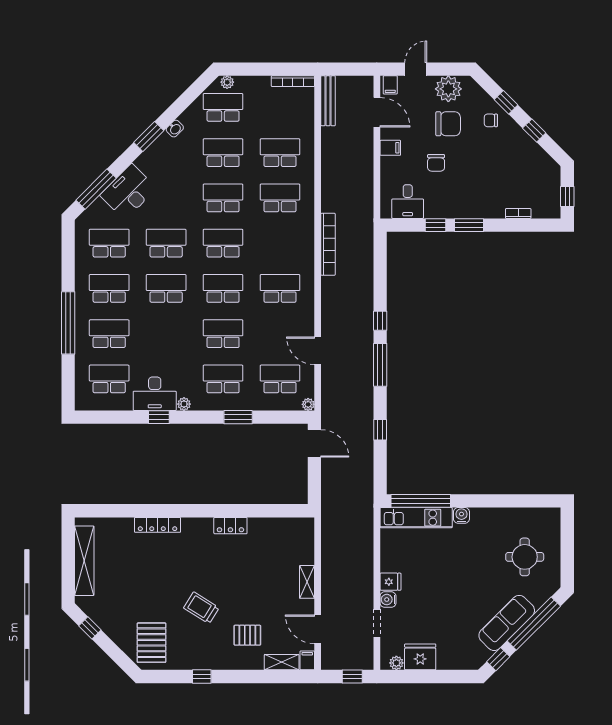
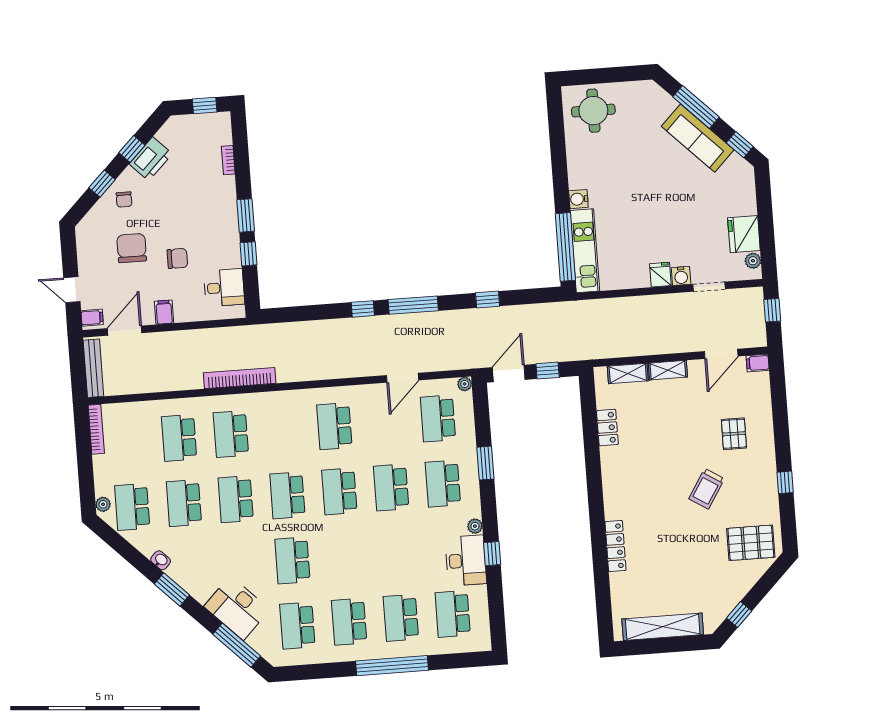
plant: (448, 89) -> (92, 251), removed
bench: (328, 101) -> (93, 368), moved, turned 90
printer: (524, 146) -> (151, 159), added
bookcase: (328, 244) -> (240, 378), moved
school desk: (166, 288) -> (344, 557), removed
window: (314, 477) -> (548, 371), added
locker: (230, 526) -> (607, 427), moved
round table: (525, 557) -> (593, 111), moved
window: (534, 624) -> (696, 107), width x0.68
shelving: (282, 662) -> (628, 373), moved, turned 90

